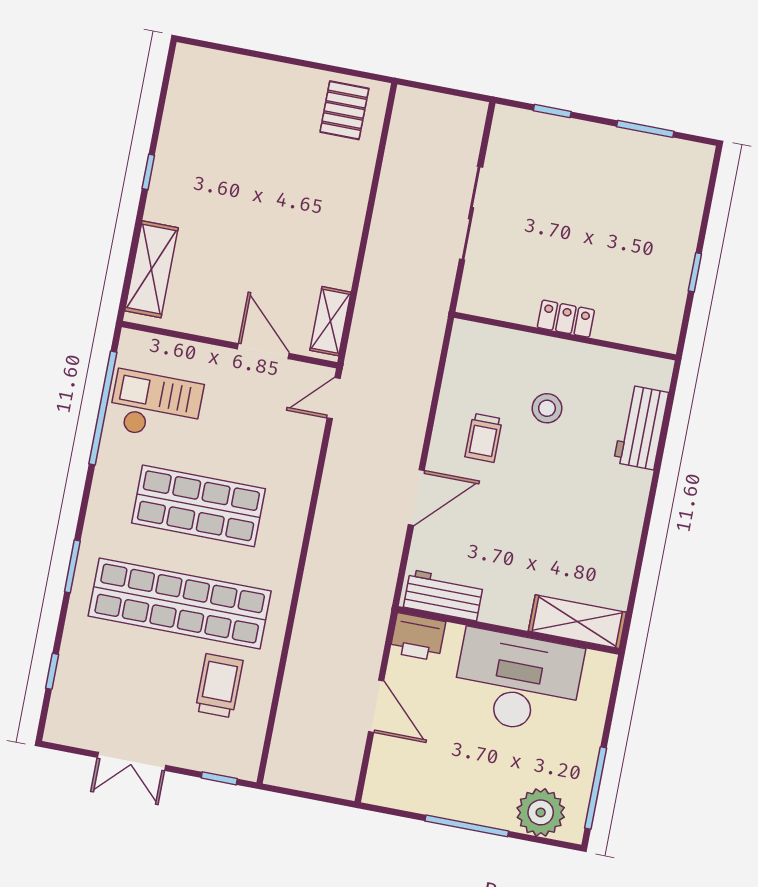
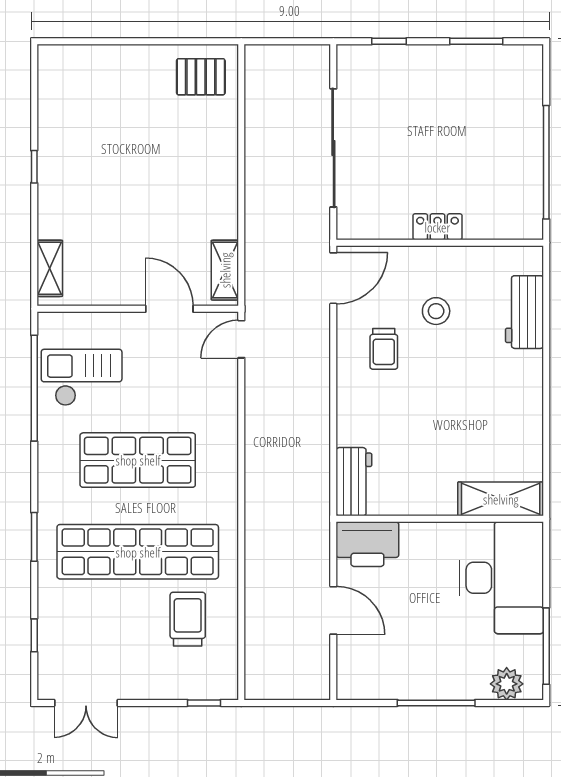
pallet: (344, 110) -> (201, 77), turned 90
sliding door: (471, 213) -> (333, 148), width x1.36
shelving: (151, 269) -> (50, 268), width x0.67, depth x0.75
window: (695, 272) -> (546, 162), width x3.17
door: (416, 498) -> (333, 278), moved
workbench: (443, 595) -> (354, 482), moved, turned 90
printer: (418, 637) -> (367, 544), width x1.37, depth x1.19
desk: (517, 682) -> (501, 578), moved, turned 90
double door: (131, 761) -> (86, 703), moved
plant: (541, 812) -> (507, 684), width x0.73, depth x0.73

